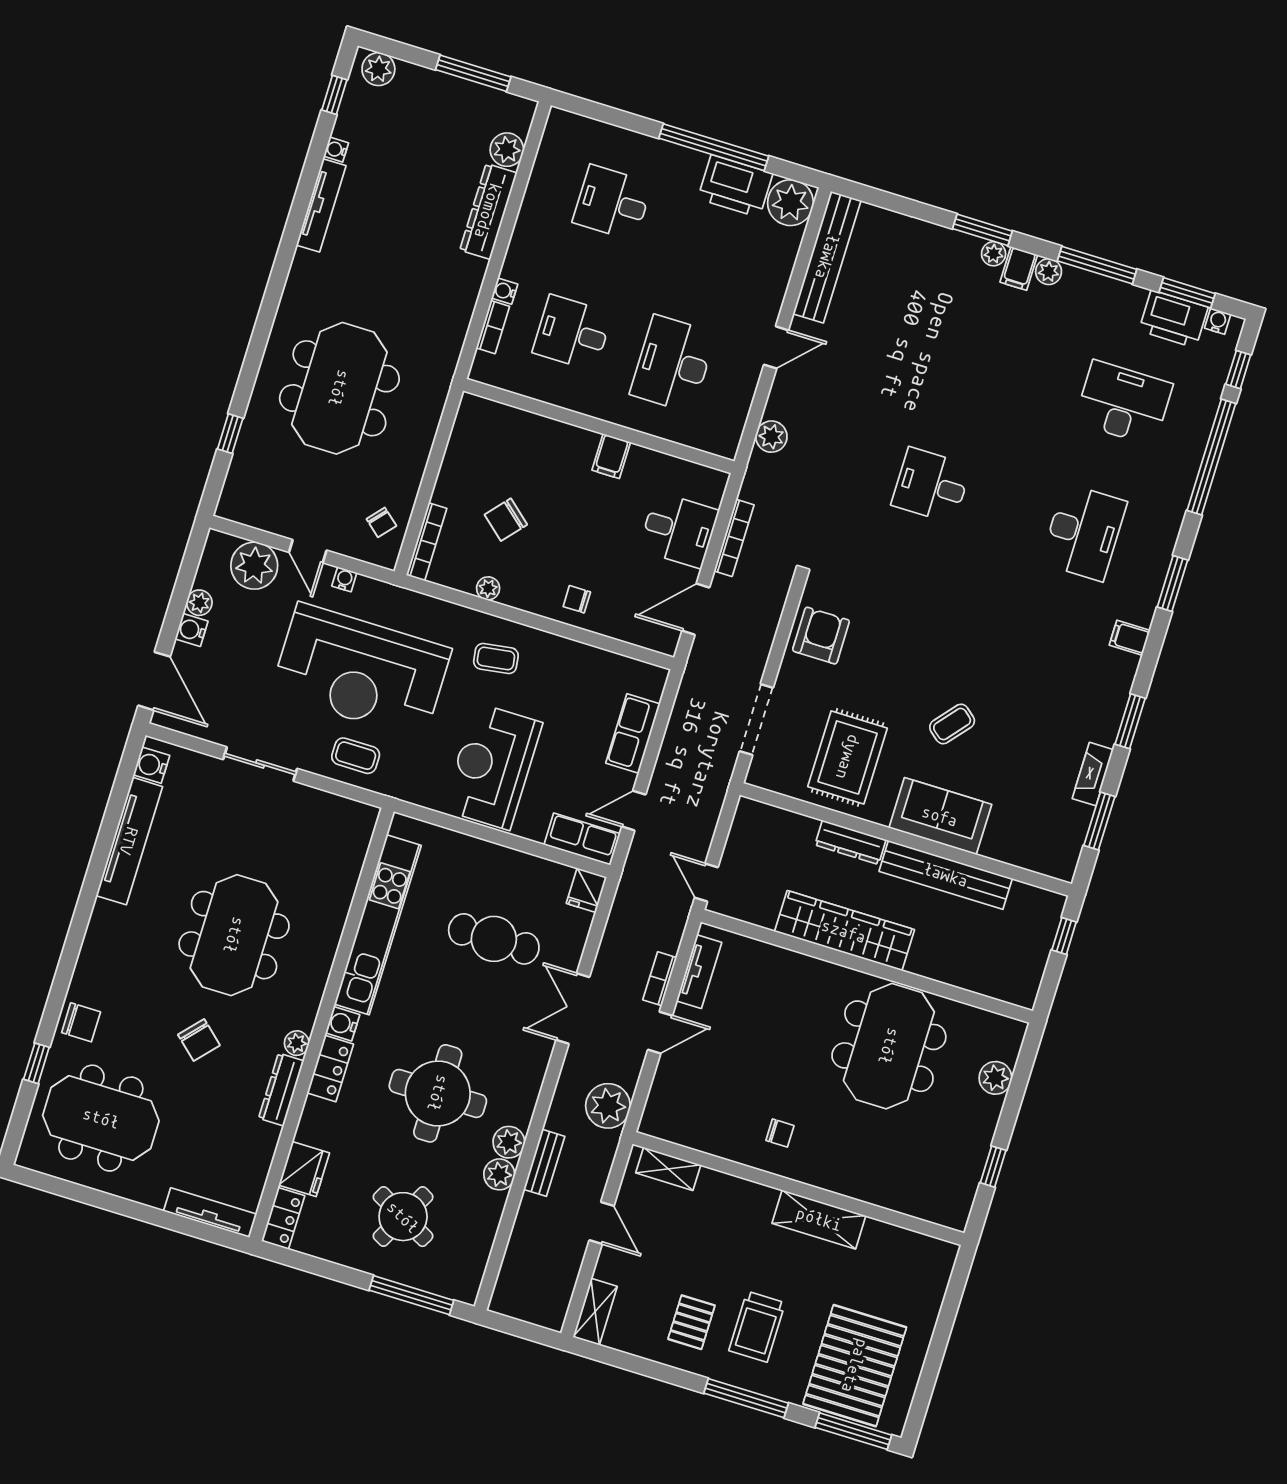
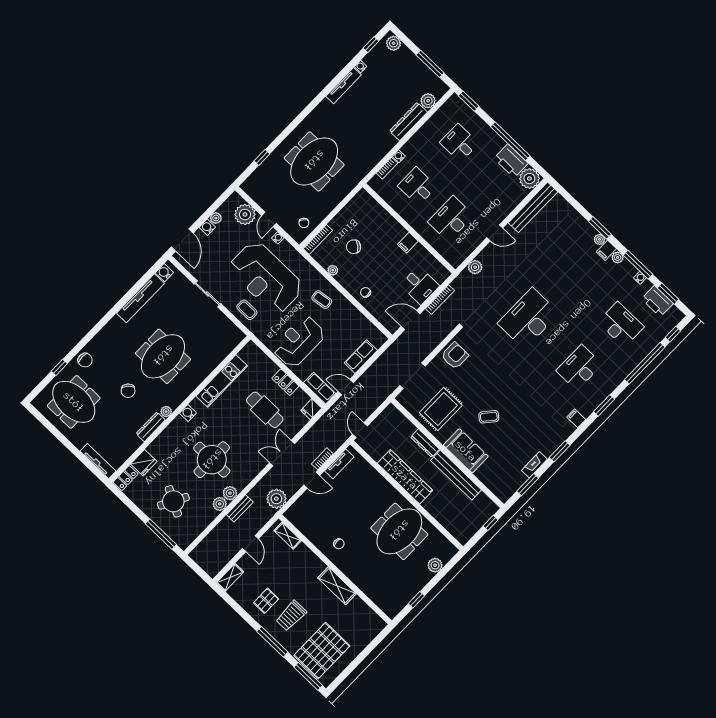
window: (589, 109) -> (469, 101), added
water cooler: (1218, 321) -> (640, 278), moved
desk: (931, 485) -> (528, 318), width x1.87, depth x1.30
desk: (1084, 532) -> (579, 367), turned 180
kitchen unit: (378, 925) -> (222, 381), width x0.73
locker: (330, 1068) -> (285, 382), moved, turned 90

